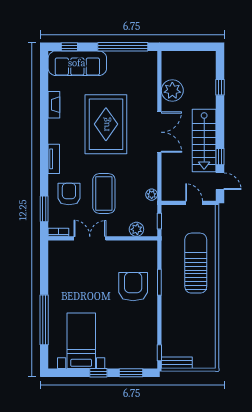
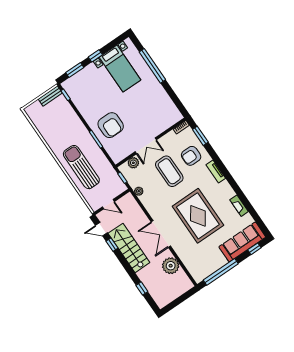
armchair: (69, 194) -> (191, 156), turned 90
double door: (90, 238) -> (146, 146), moved
sun lounger: (196, 263) -> (81, 167), turned 180

